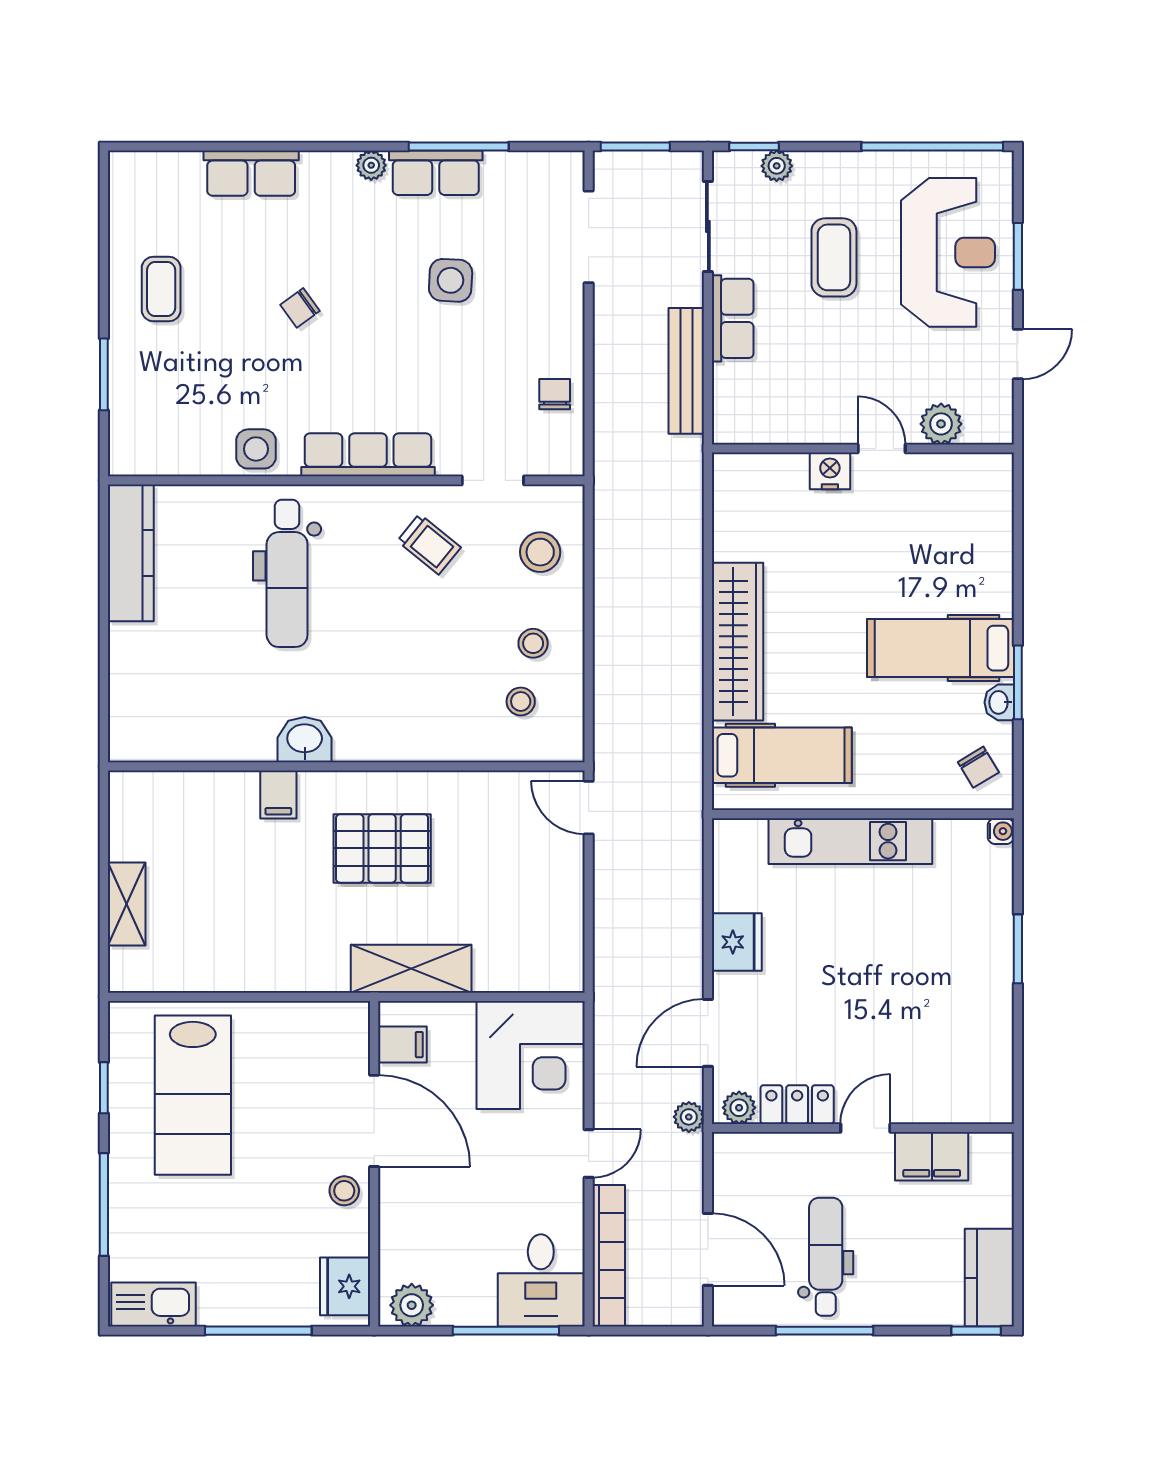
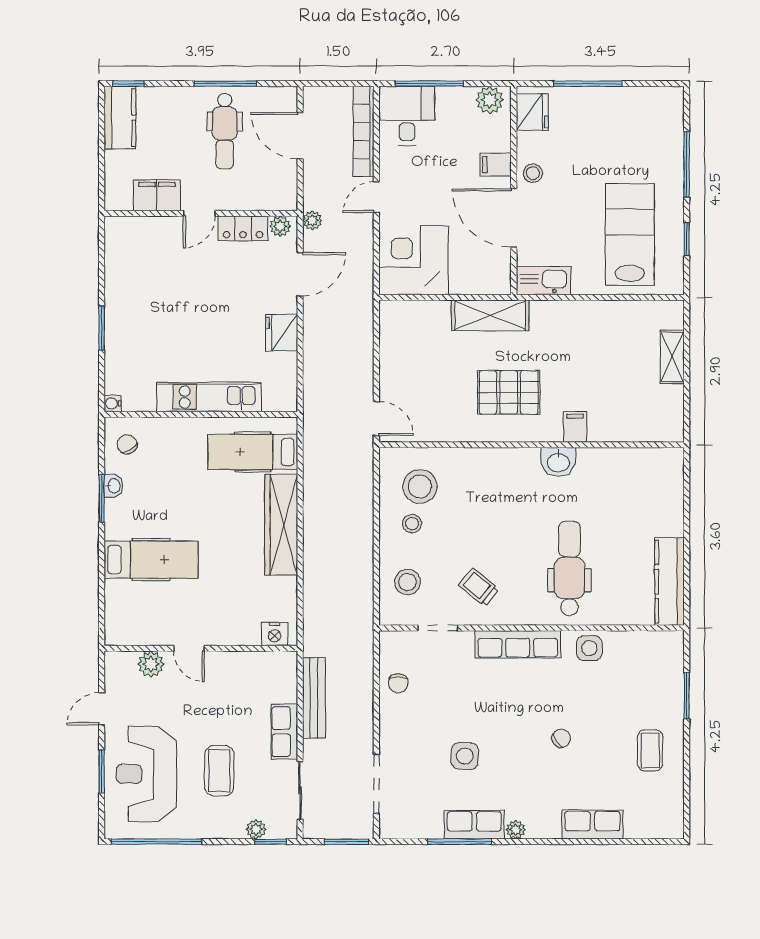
nightstand: (830, 471) -> (275, 634), moved
hospital bed: (941, 648) -> (151, 560), moved
stool: (521, 701) -> (420, 486), width x1.89, depth x1.89
filing cabinet: (402, 1045) -> (496, 165), moved
kitchen sink: (154, 1304) -> (544, 281), moved, turned 180

